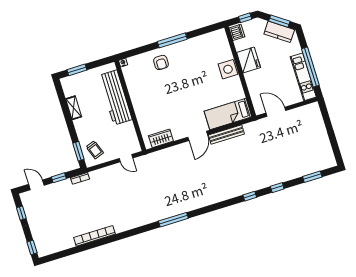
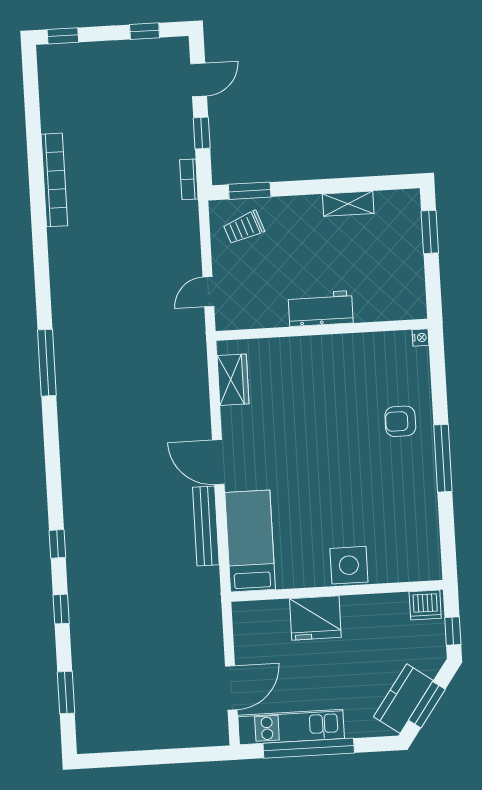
fridge: (249, 60) -> (315, 618), moved
workbench: (115, 97) -> (321, 309), width x0.53, depth x0.76
door: (276, 112) -> (231, 688), moved

